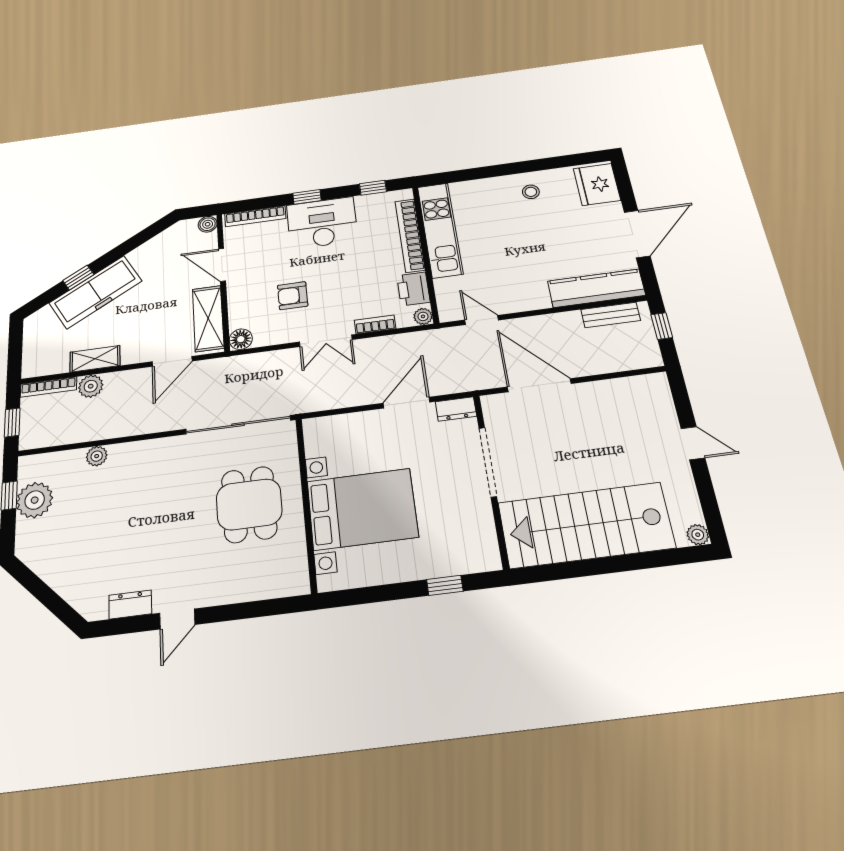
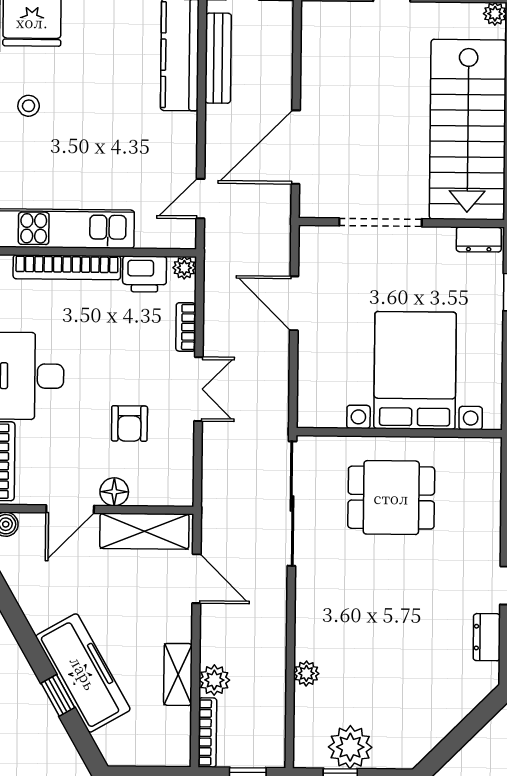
bench: (611, 315) -> (218, 58), width x1.36
floor lamp: (241, 339) -> (114, 492), moved
dresser: (456, 409) -> (479, 239), moved, turned 90

